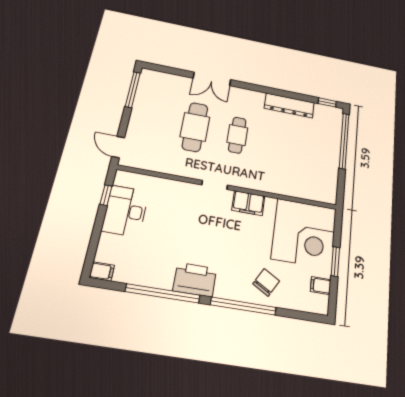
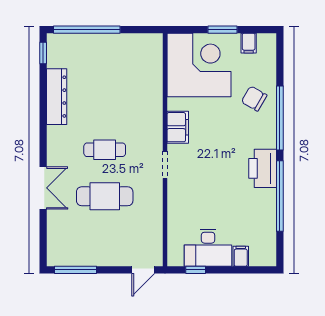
filing cabinet: (102, 271) -> (241, 256), moved

